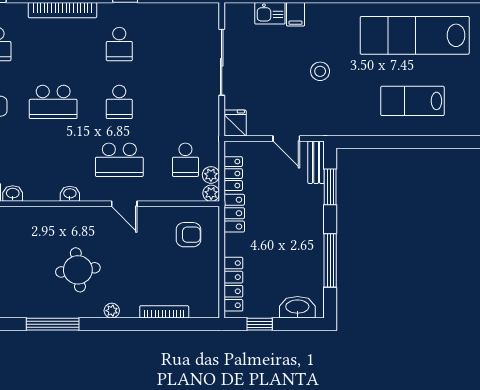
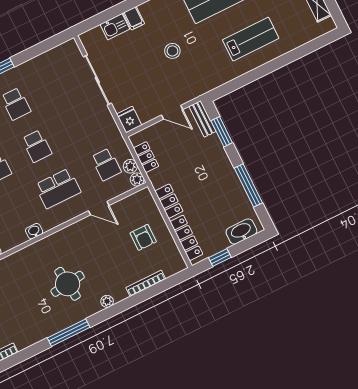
lab bench: (412, 101) -> (251, 39), turned 180
door: (124, 204) -> (99, 208), moved
locker: (234, 213) -> (169, 201), moved
armchair: (188, 235) -> (143, 237), moved, turned 90

